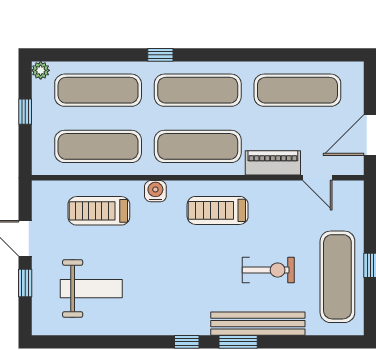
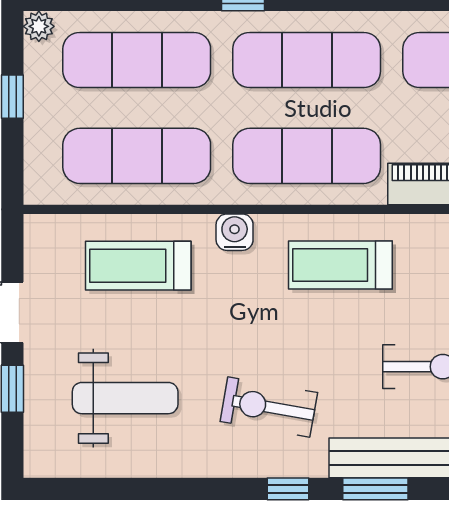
exercise bike: (176, 294) -> (269, 407), added

